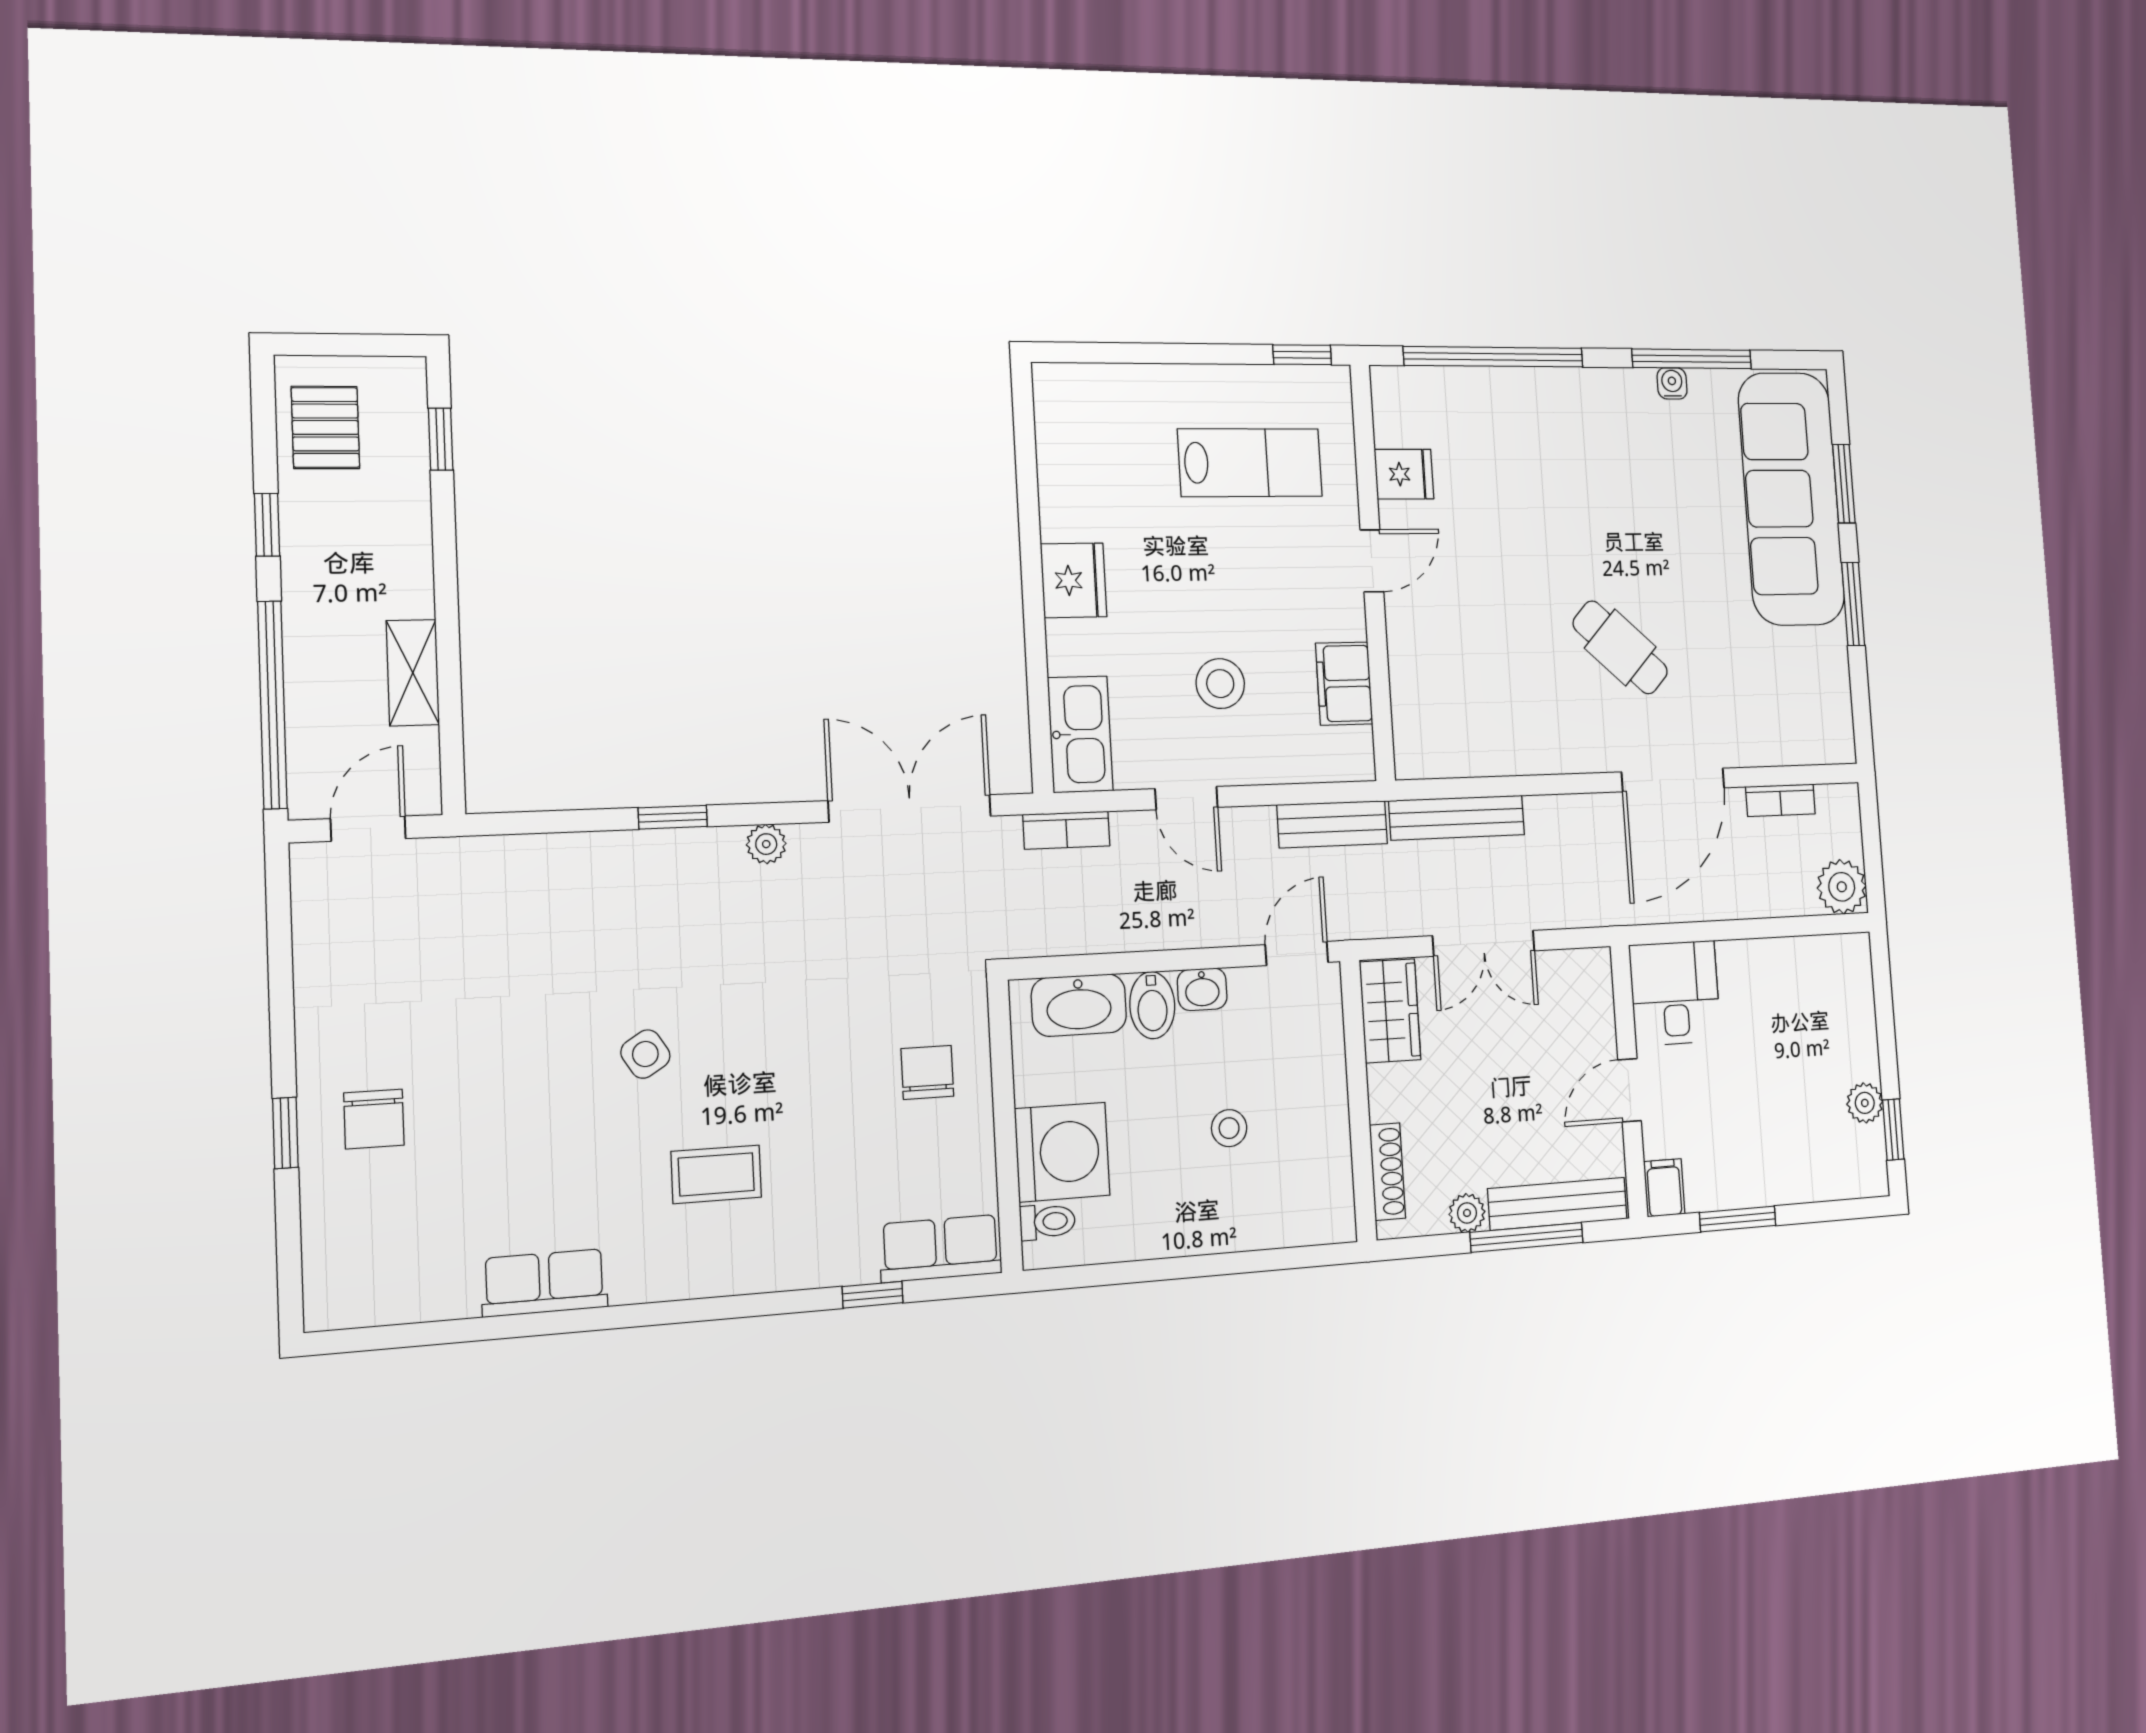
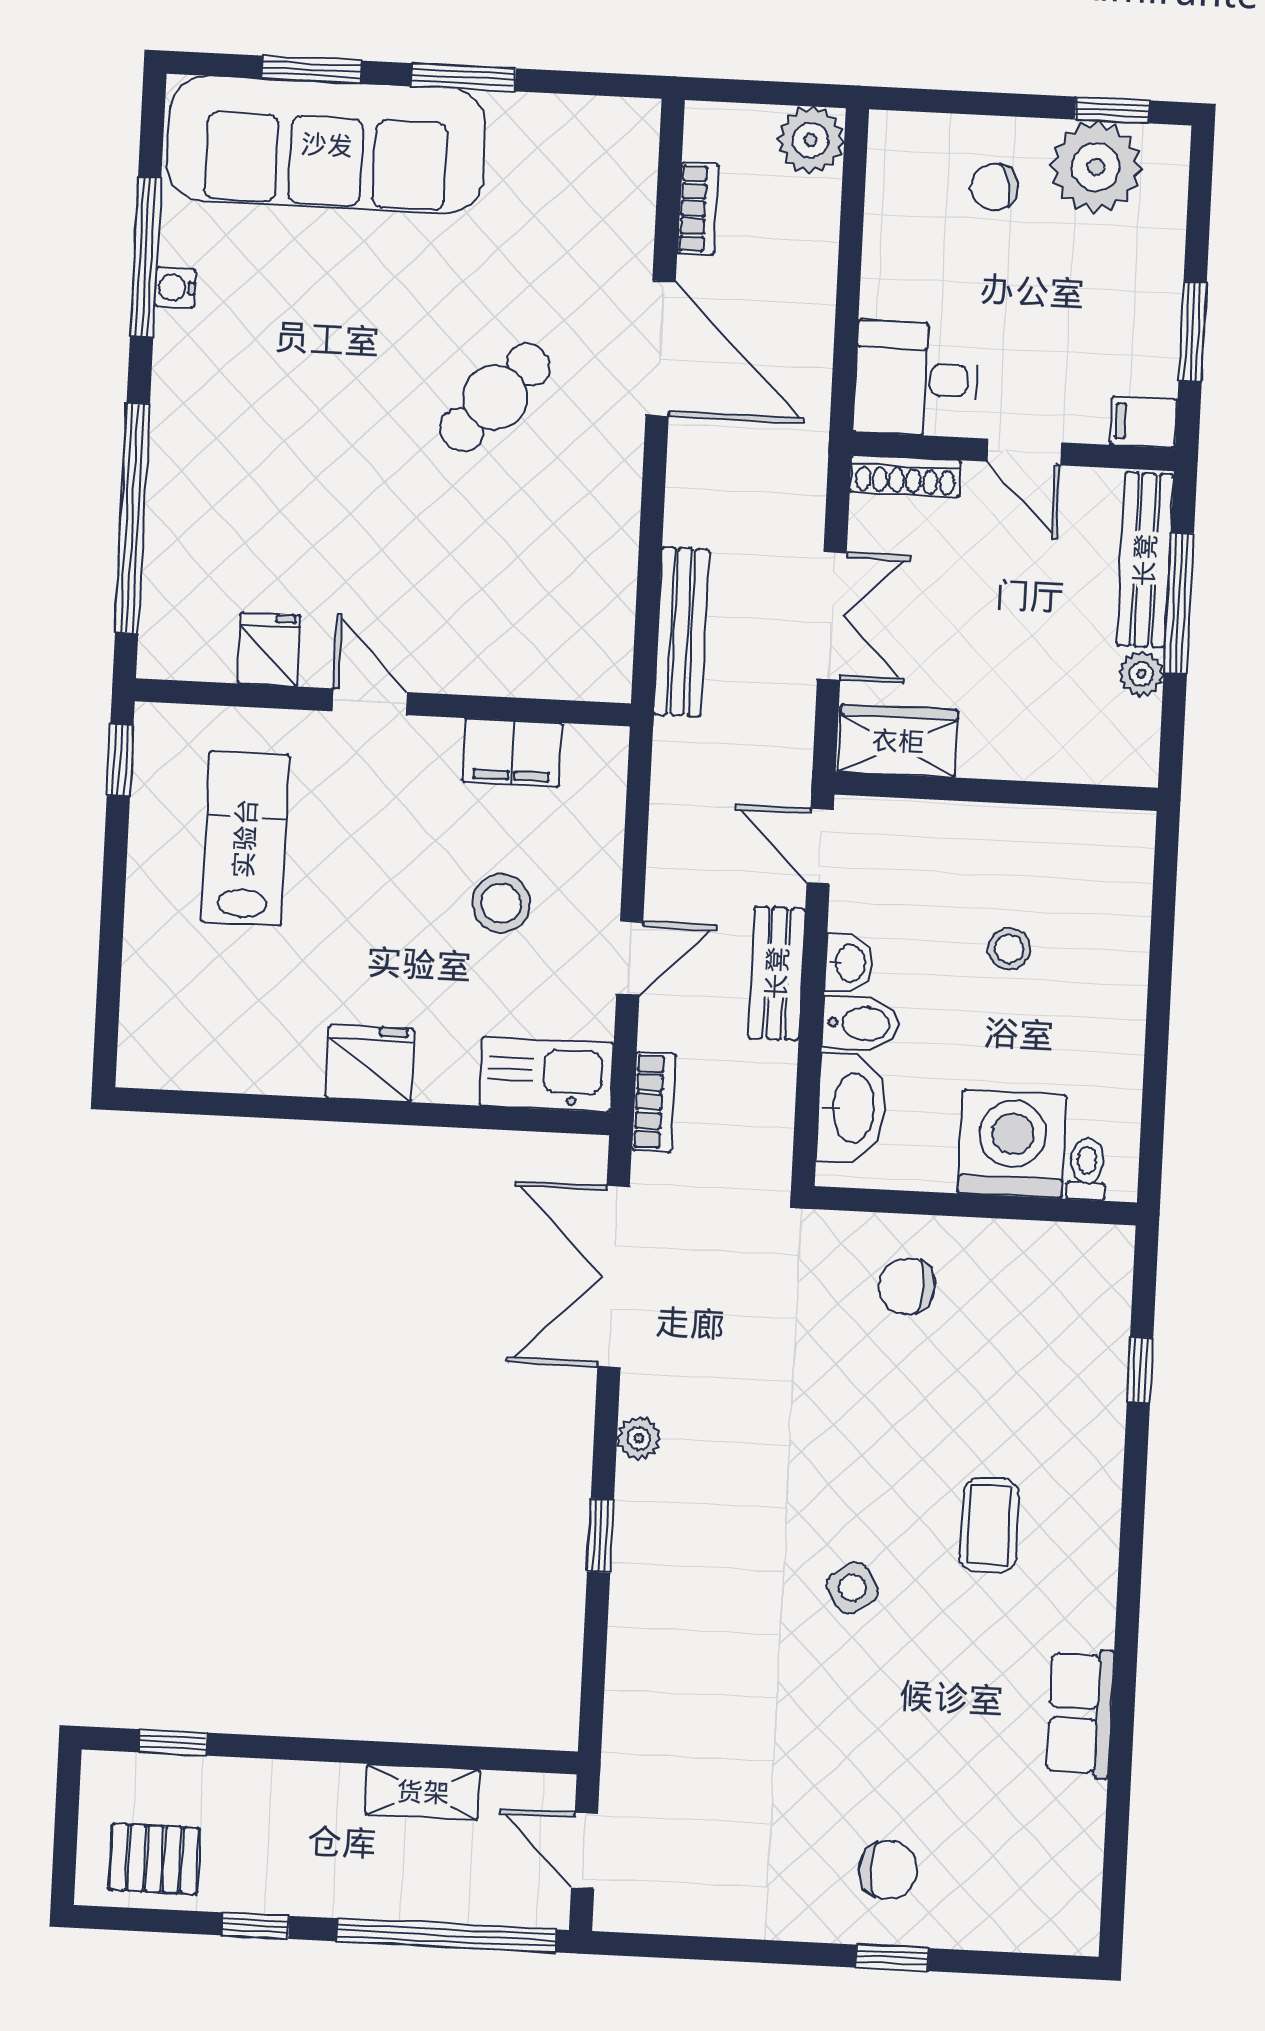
bench: (1332, 824) -> (777, 973), moved
chair: (1826, 1040) -> (994, 187), added
plant: (1865, 1103) -> (1096, 167), width x1.88, depth x1.88
shoe rack: (1387, 1172) -> (905, 476), moved, turned 180
row of seats: (941, 1249) -> (1100, 1291), removed

